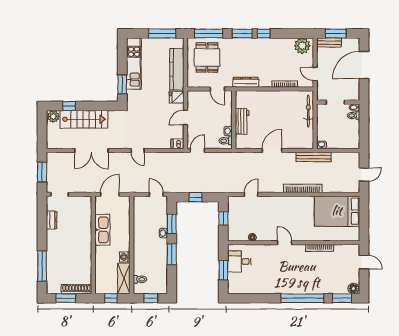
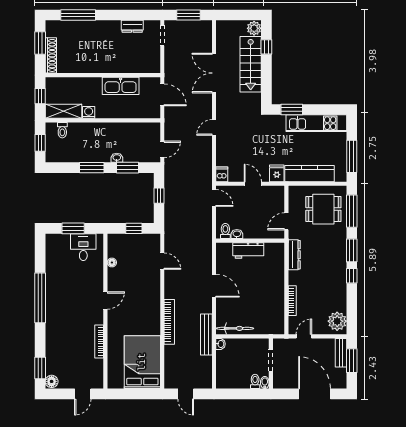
bicycle: (308, 111) -> (235, 328), moved
window: (302, 298) -> (40, 298), moved

